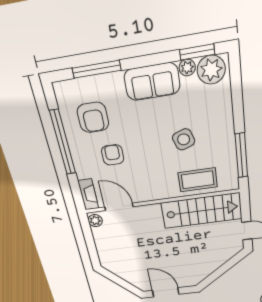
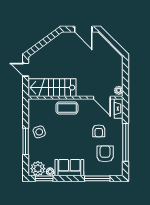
side table: (184, 139) -> (39, 132), moved
window: (241, 155) -> (26, 141), moved
coffee table: (198, 180) -> (67, 108), moved

